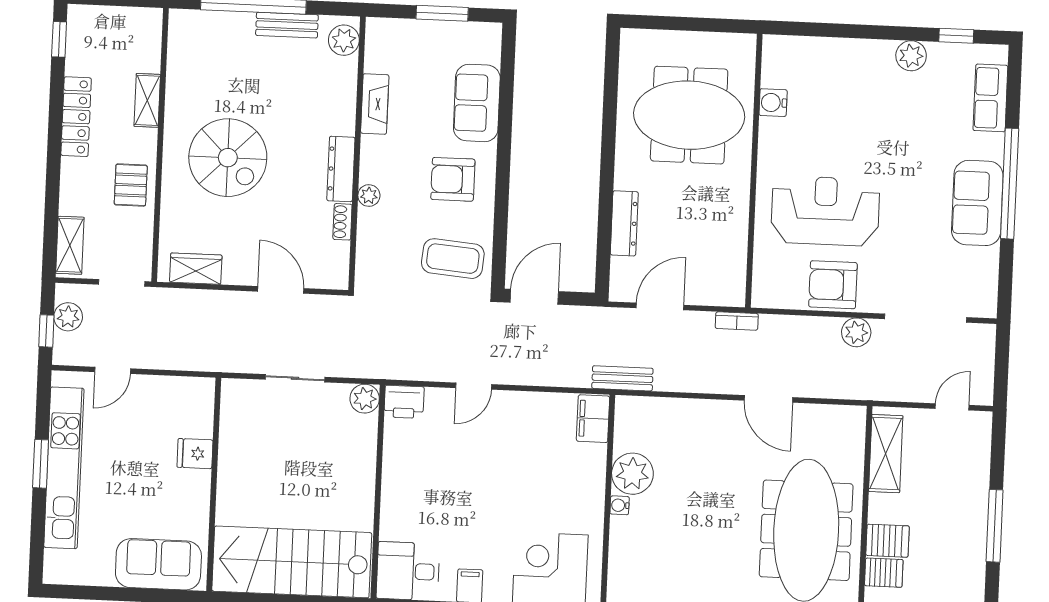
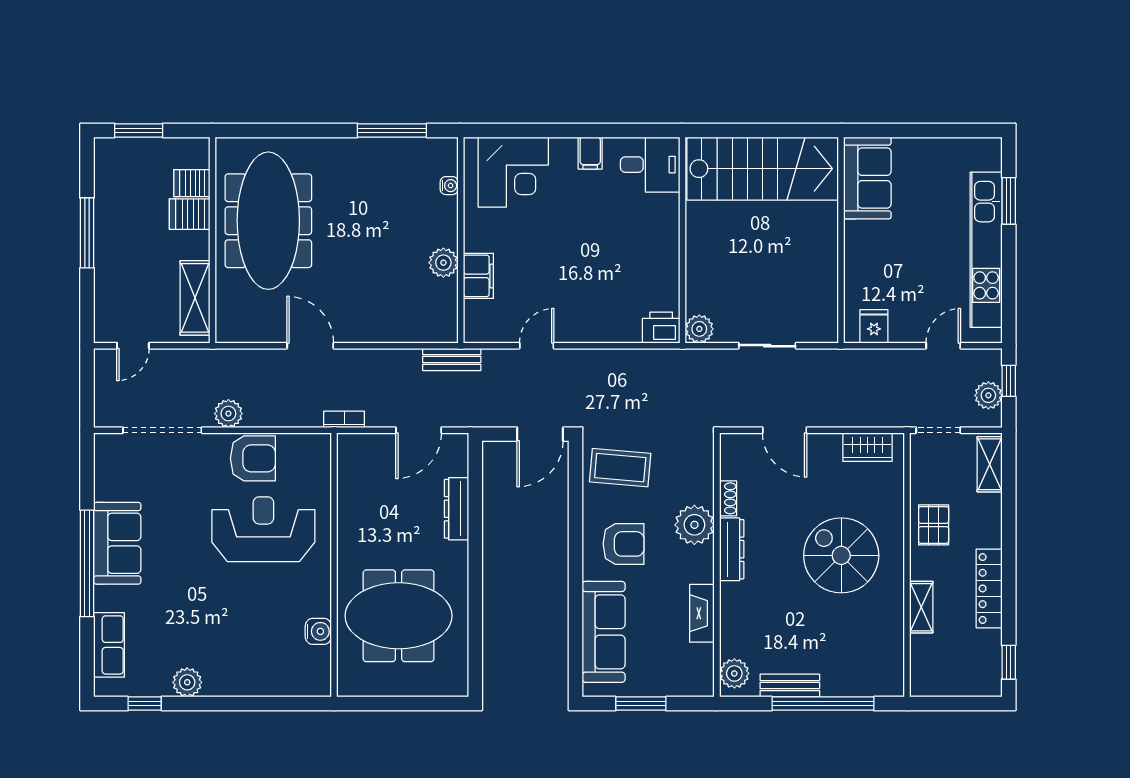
sofa: (477, 103) -> (604, 632), width x1.36
plant: (369, 196) -> (694, 525), width x1.88, depth x1.88
reception desk: (825, 211) -> (263, 529), turned 180
door: (474, 386) -> (537, 346), moved
filing cabinet: (593, 419) -> (478, 276), moved
fridge: (195, 454) -> (874, 326), moved, turned -90
window: (41, 464) -> (1009, 201), moved
plant: (632, 474) -> (443, 263), width x0.73, depth x0.73
water cooler: (620, 505) -> (449, 186), moved
sofa: (158, 564) -> (867, 178), moved, turned -90

